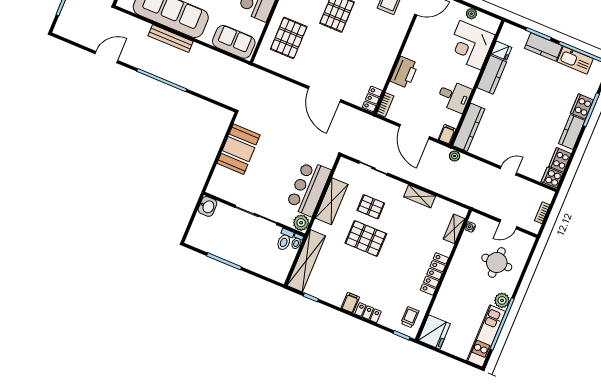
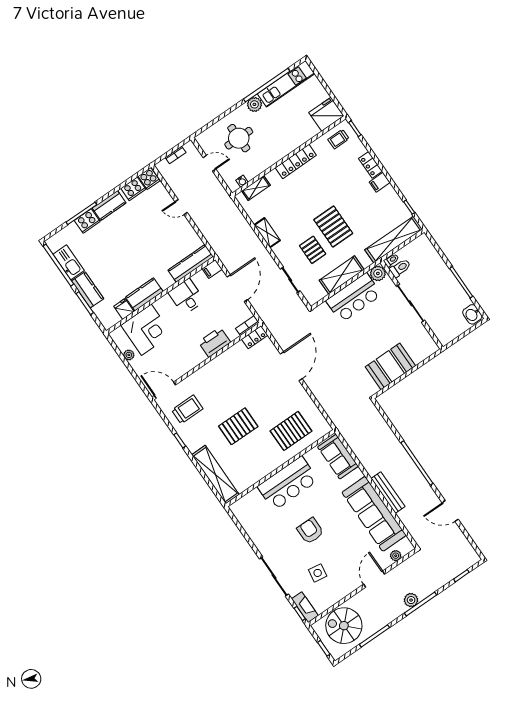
plant: (455, 156) -> (217, 247), removed
washbasin: (207, 206) -> (472, 314), moved, turned -90

